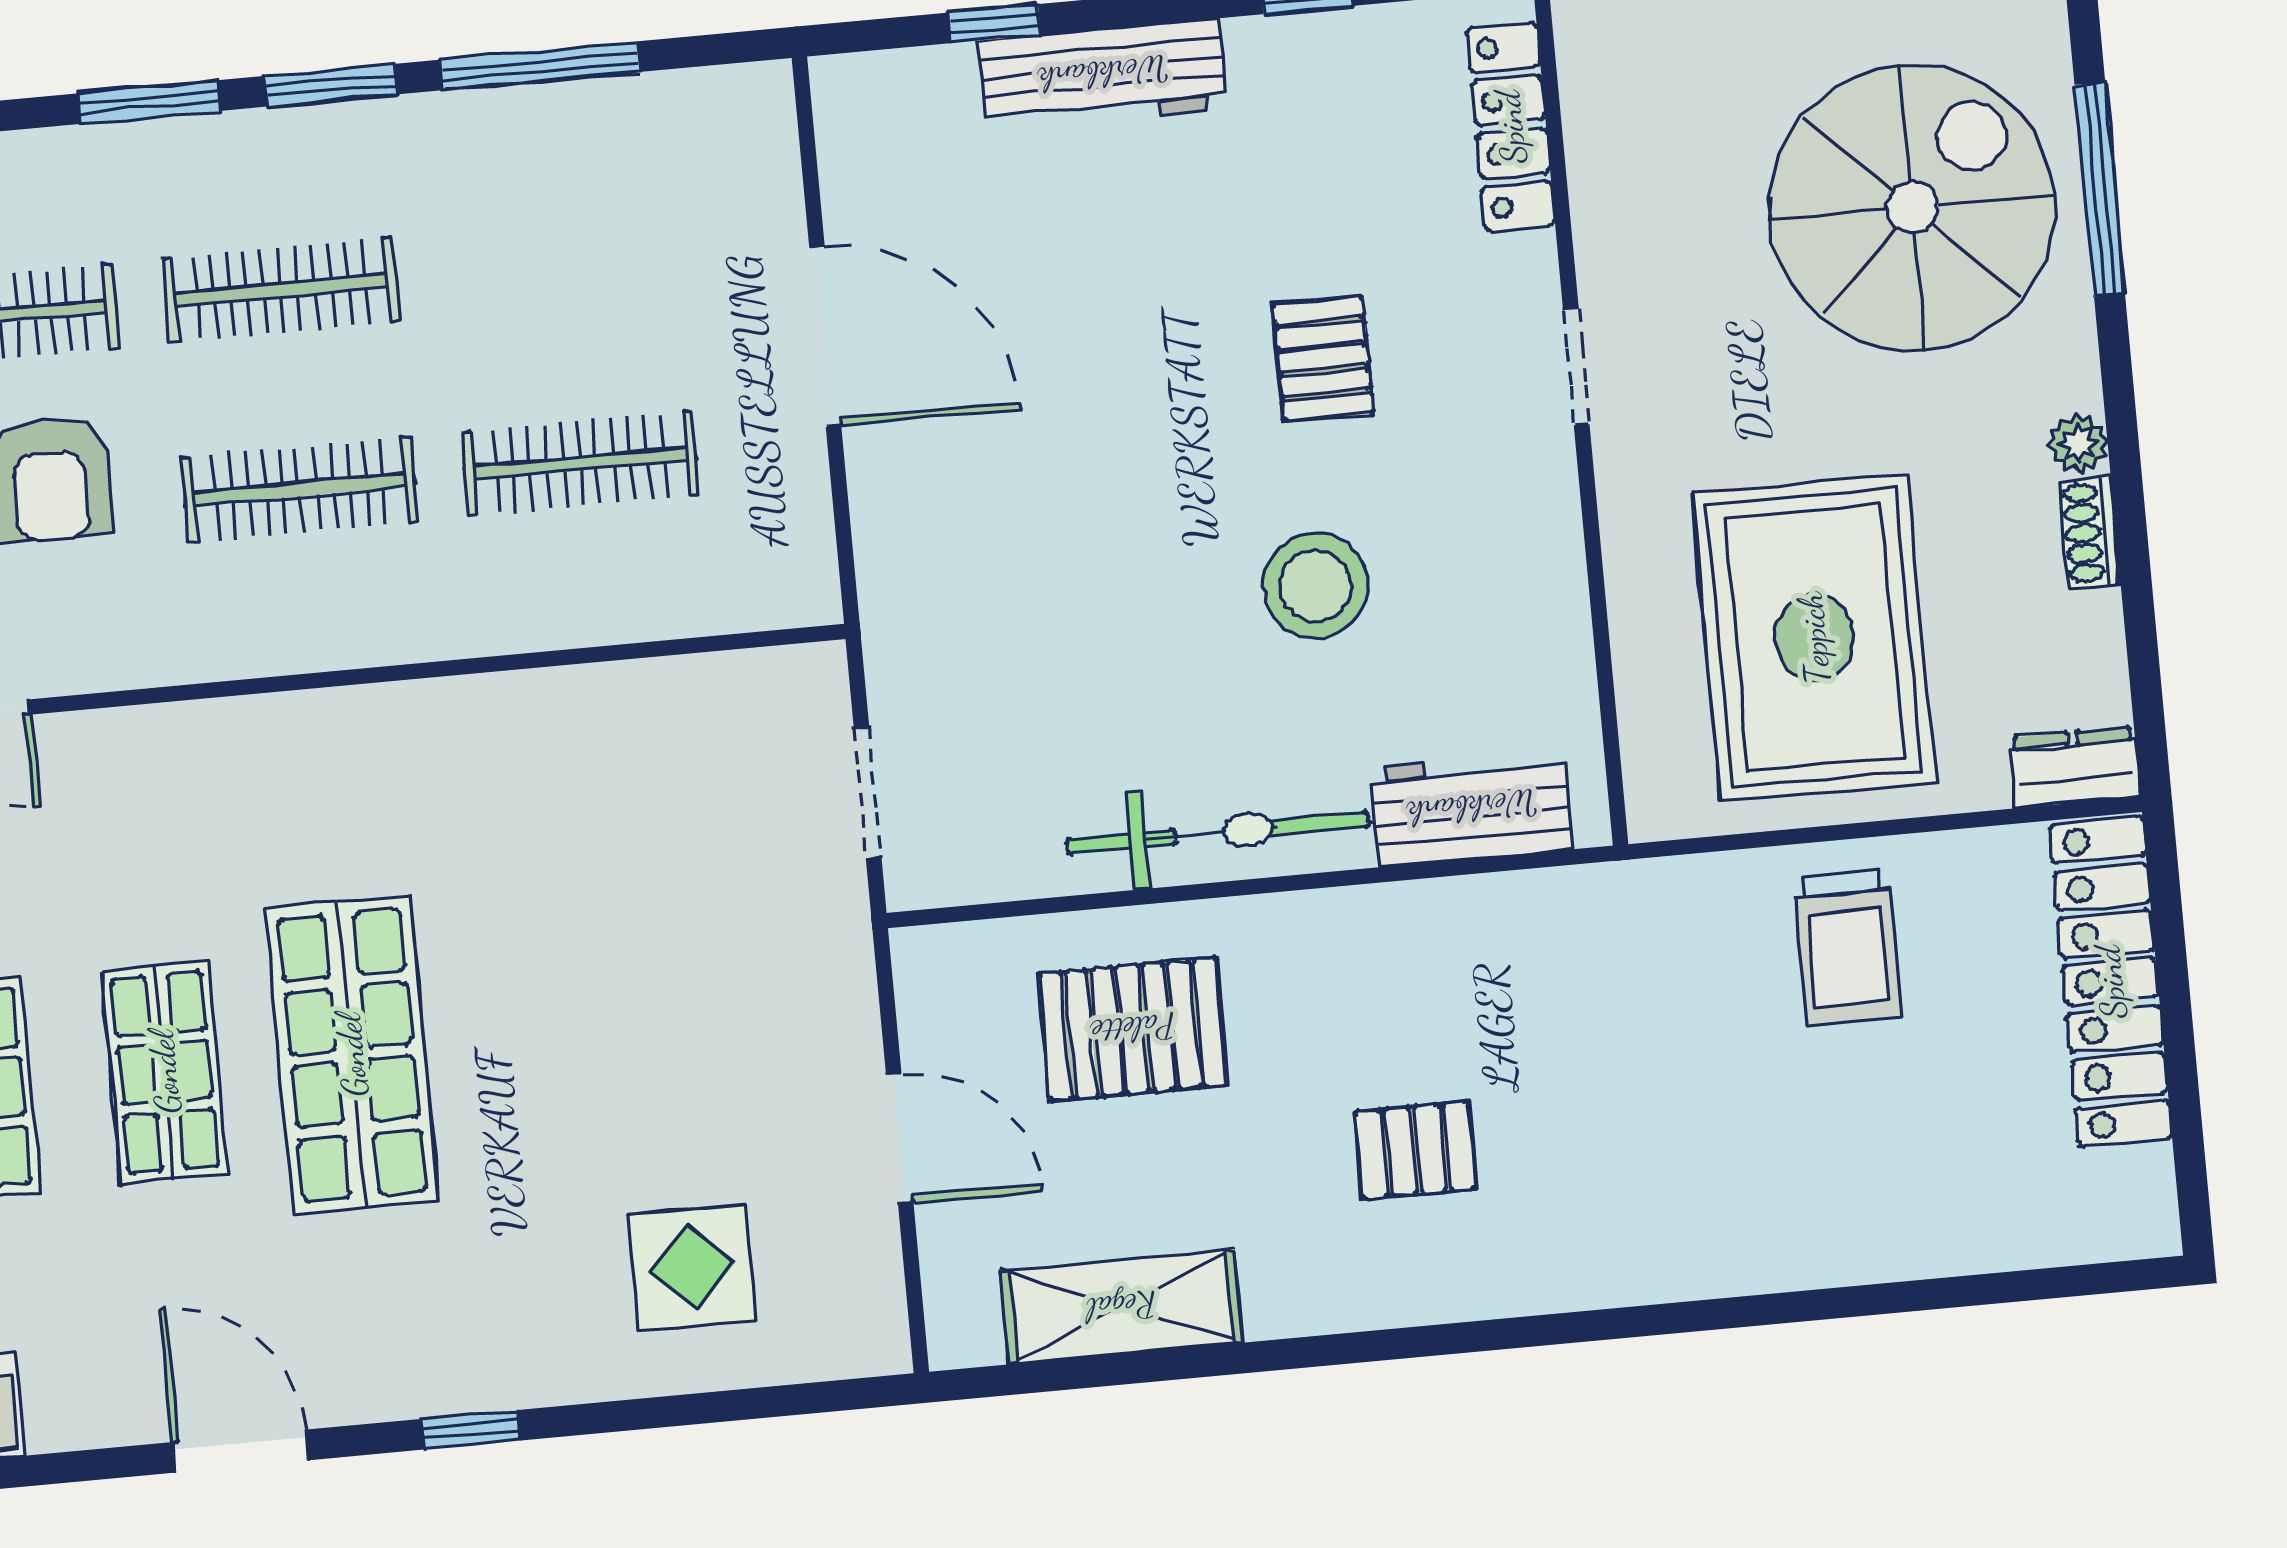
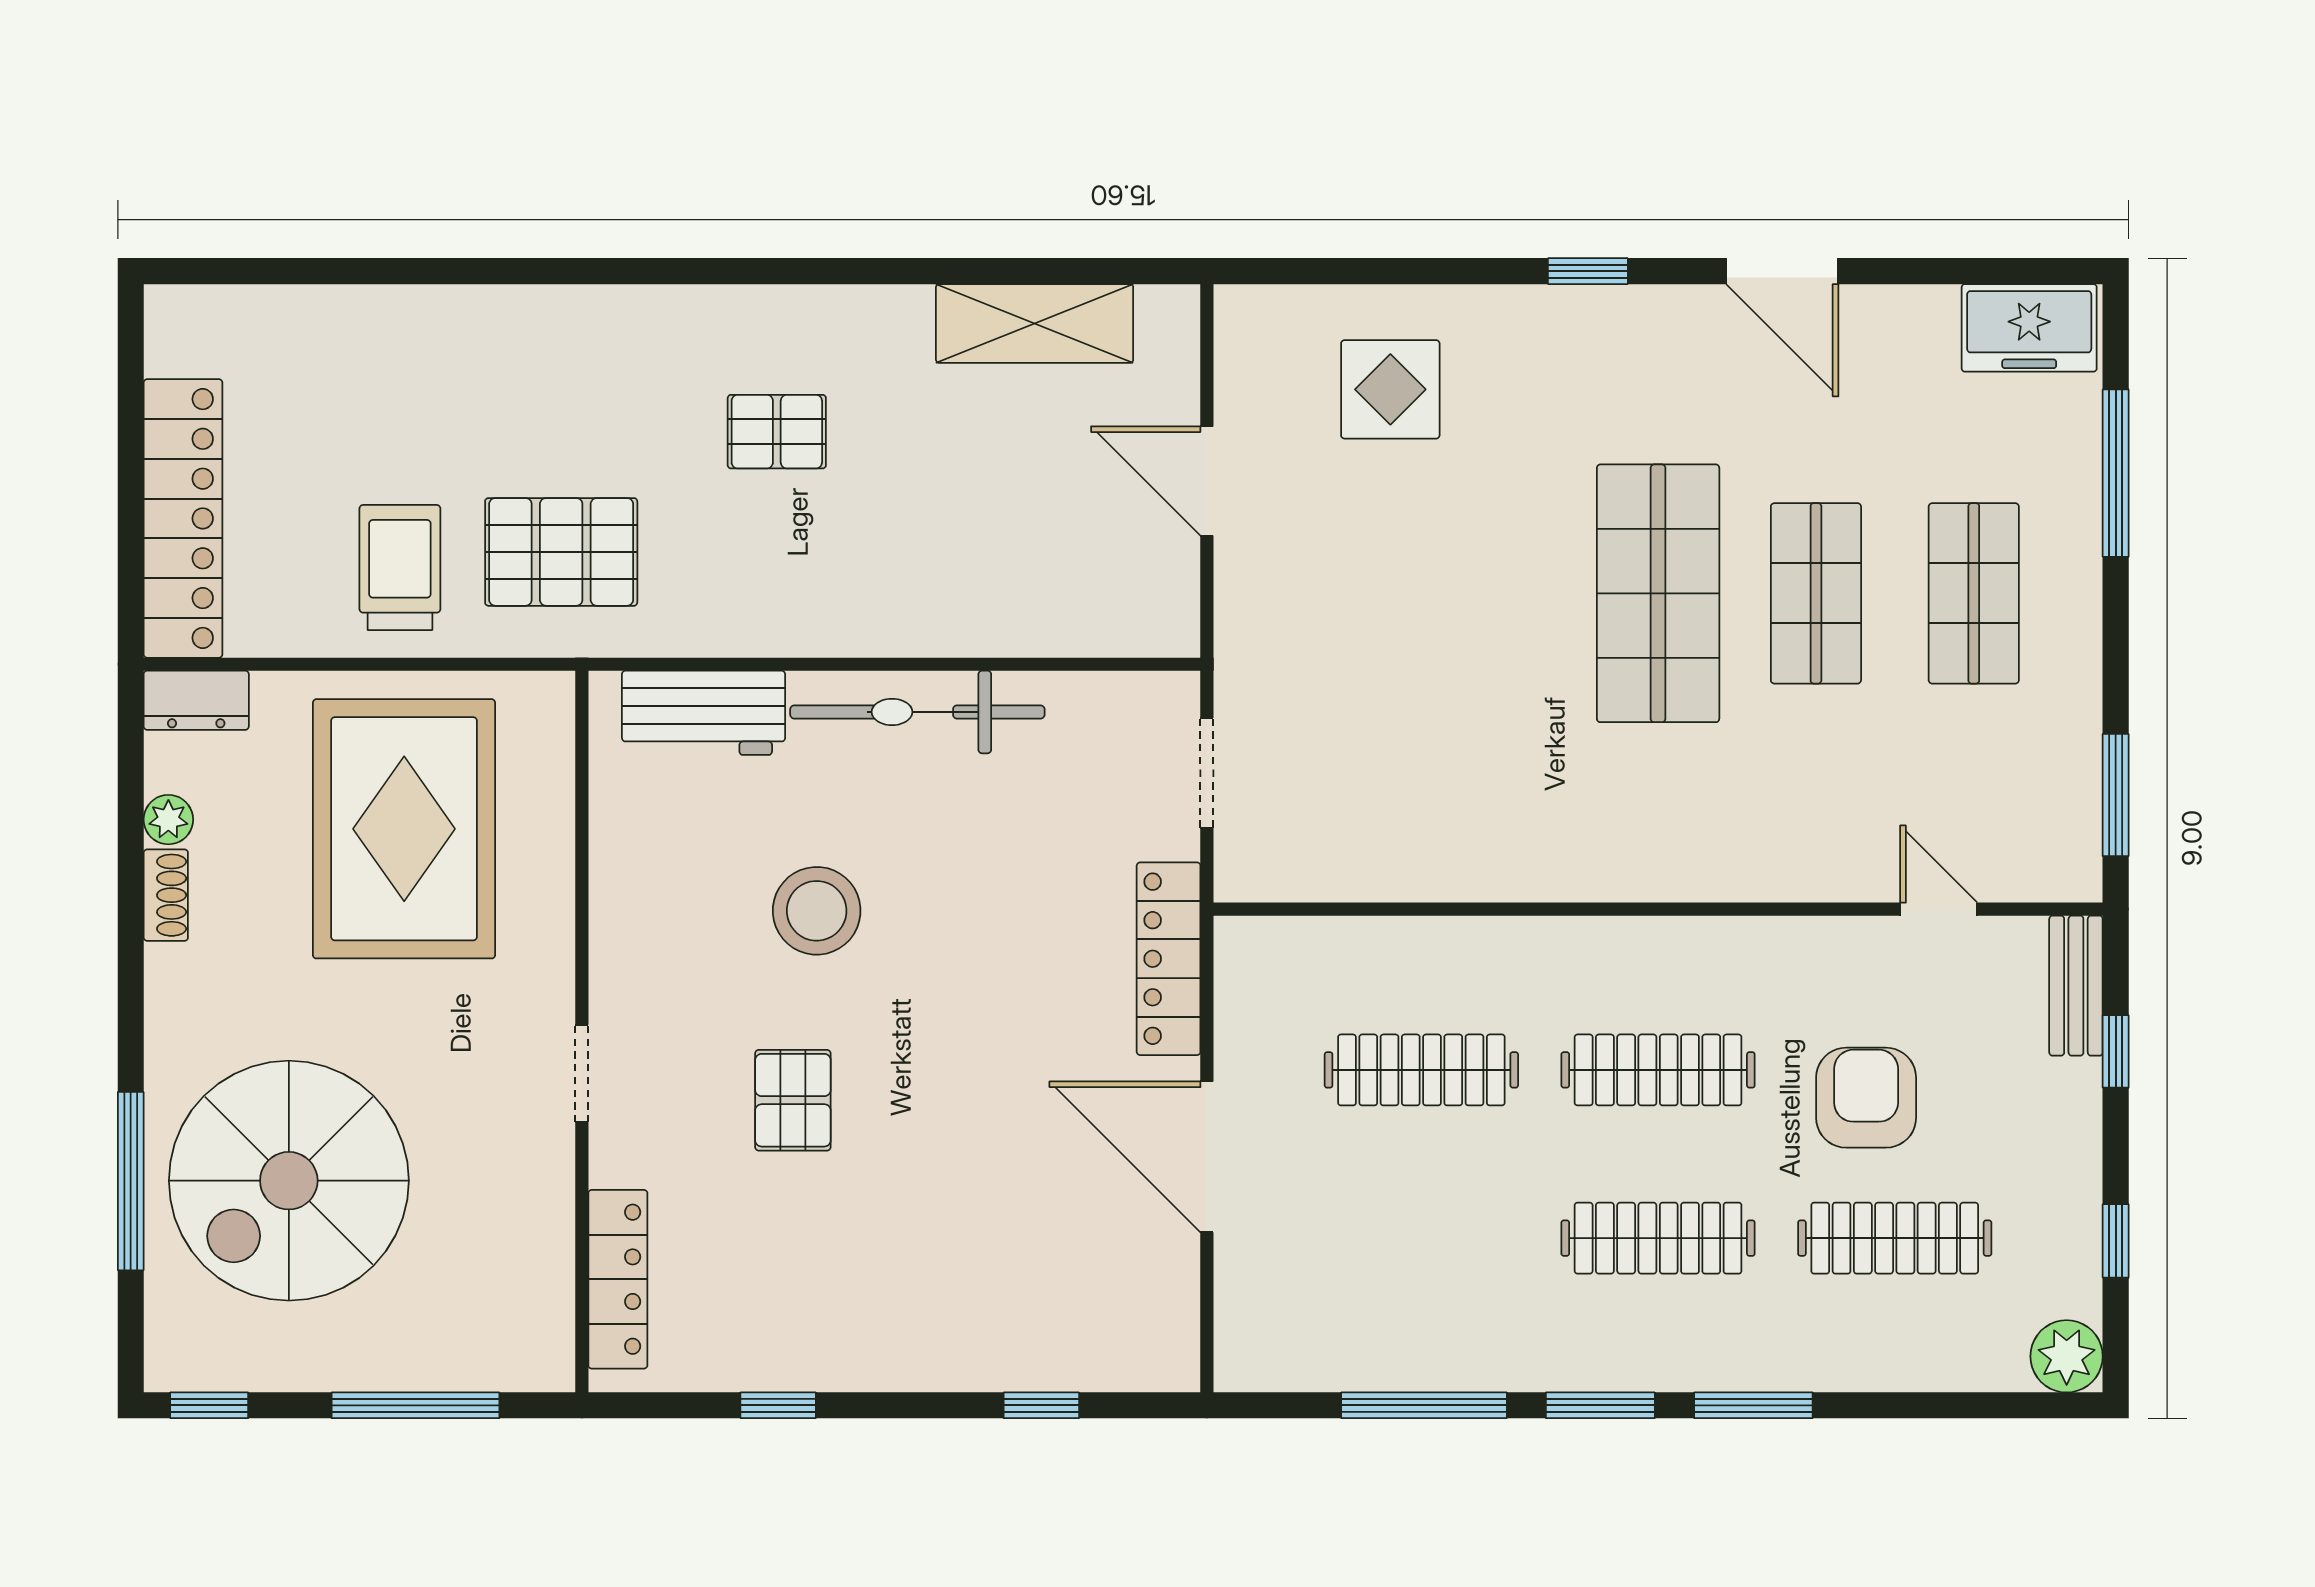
workbench: (1103, 74) -> (955, 1354), removed
plant: (2078, 443) -> (168, 820), moved
locker: (893, 568) -> (1169, 959), added
pallet: (1133, 1029) -> (561, 552), moved

